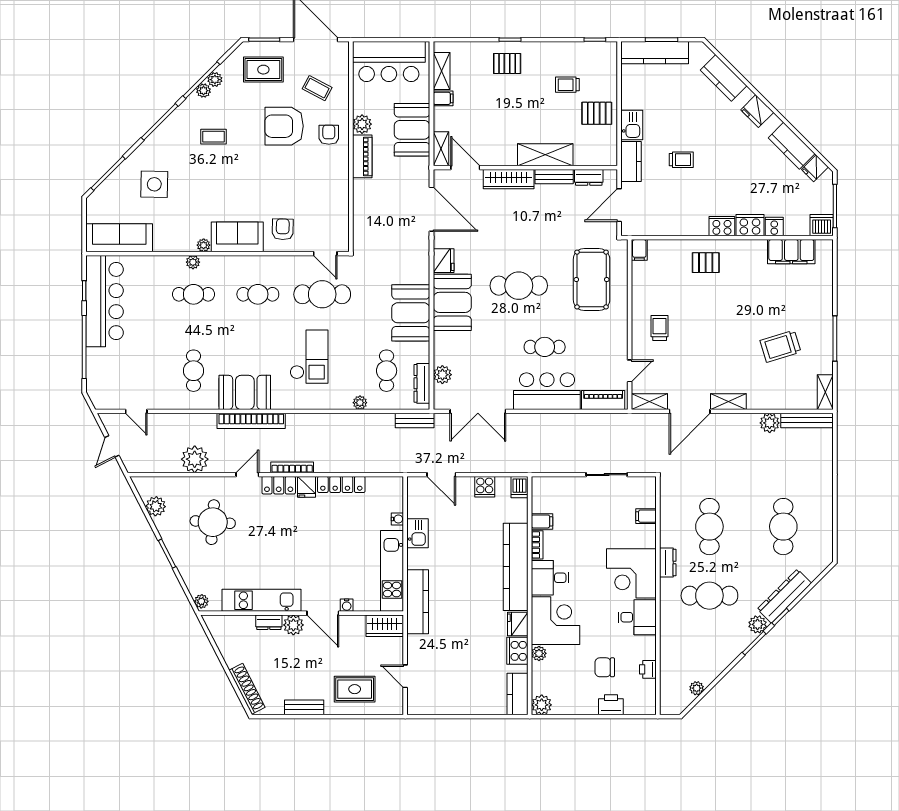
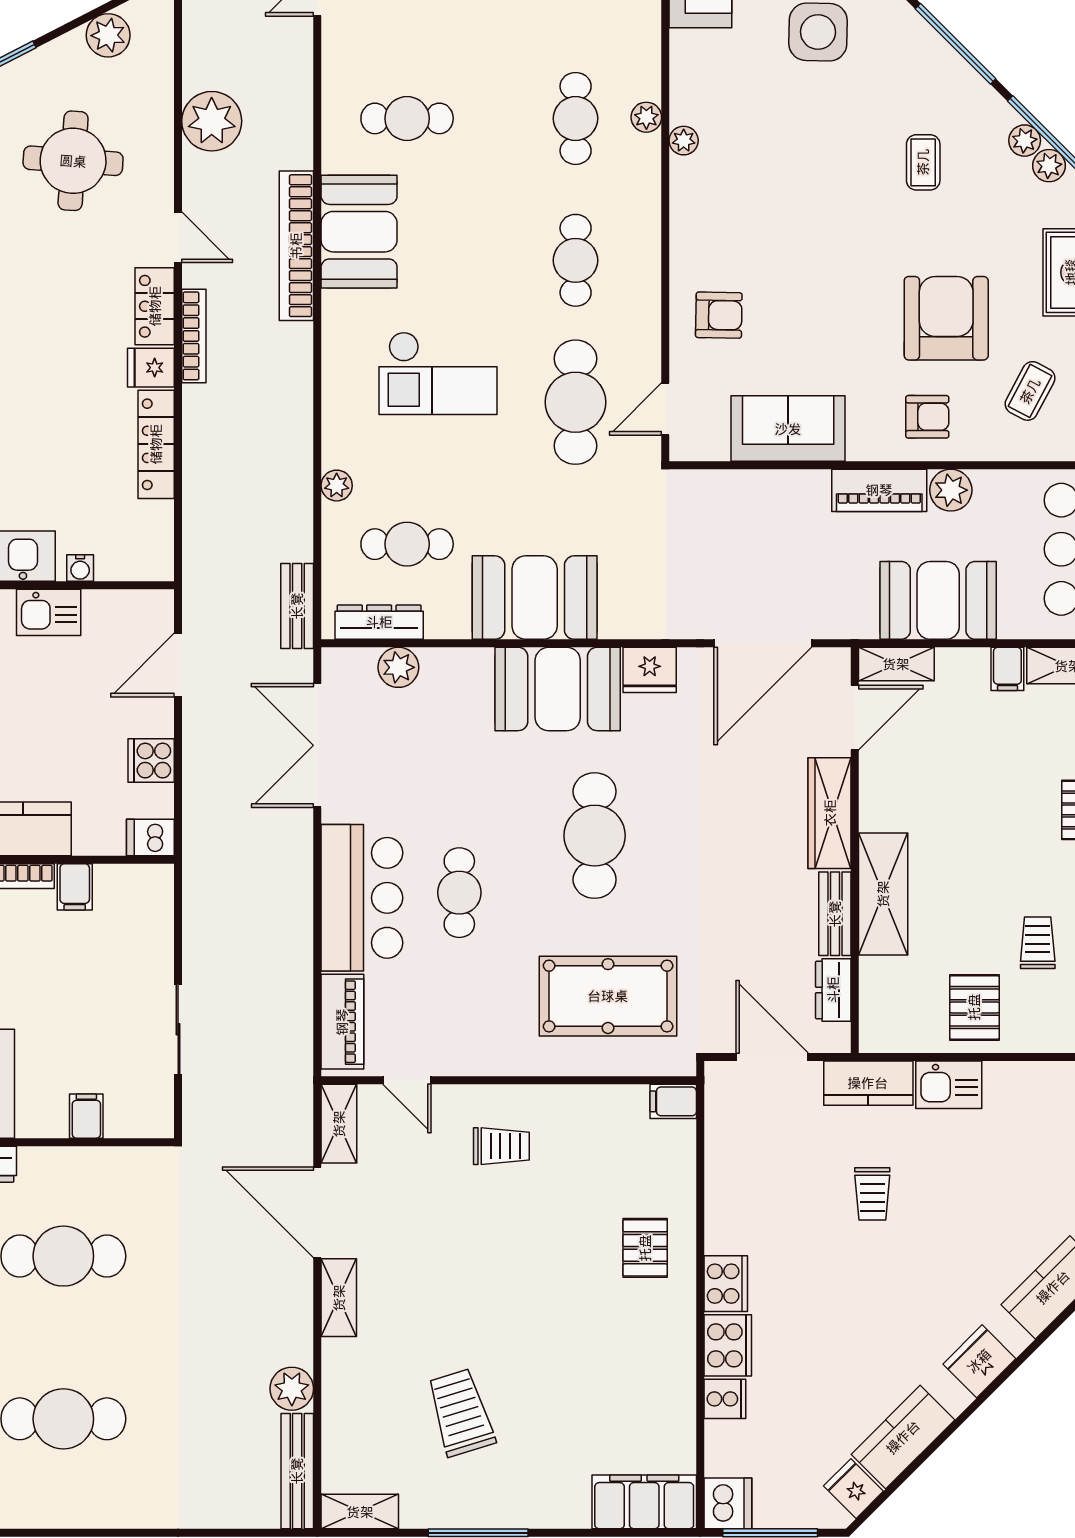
sofa: (237, 237) -> (788, 429), moved, turned -90
filing cabinet: (791, 252) -> (644, 1502), moved, turned 90

